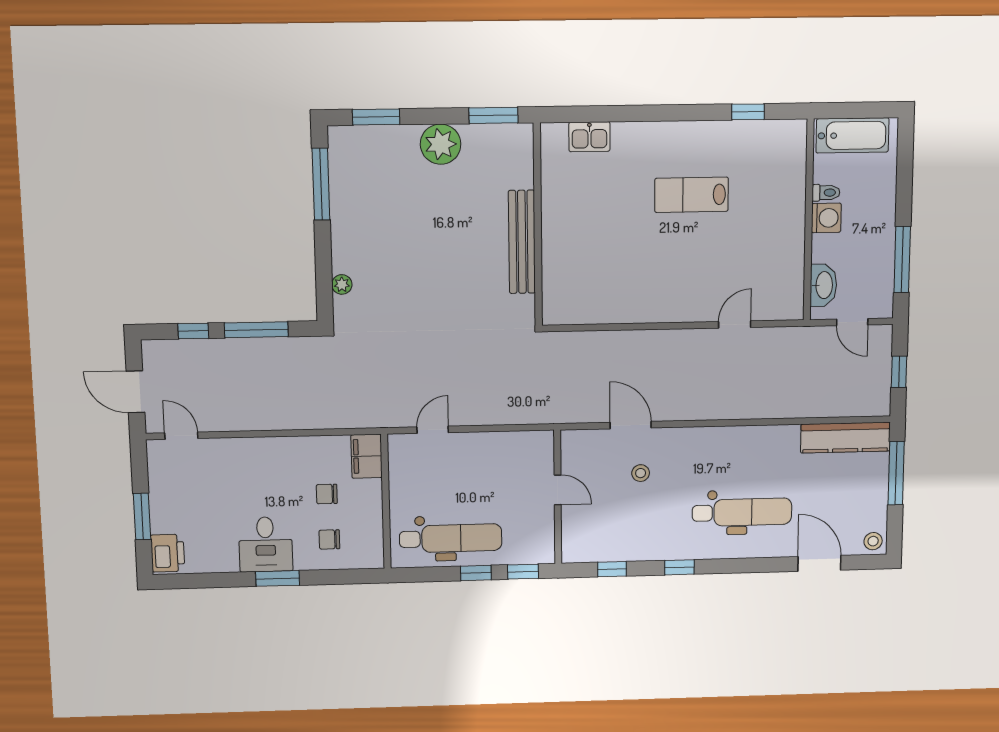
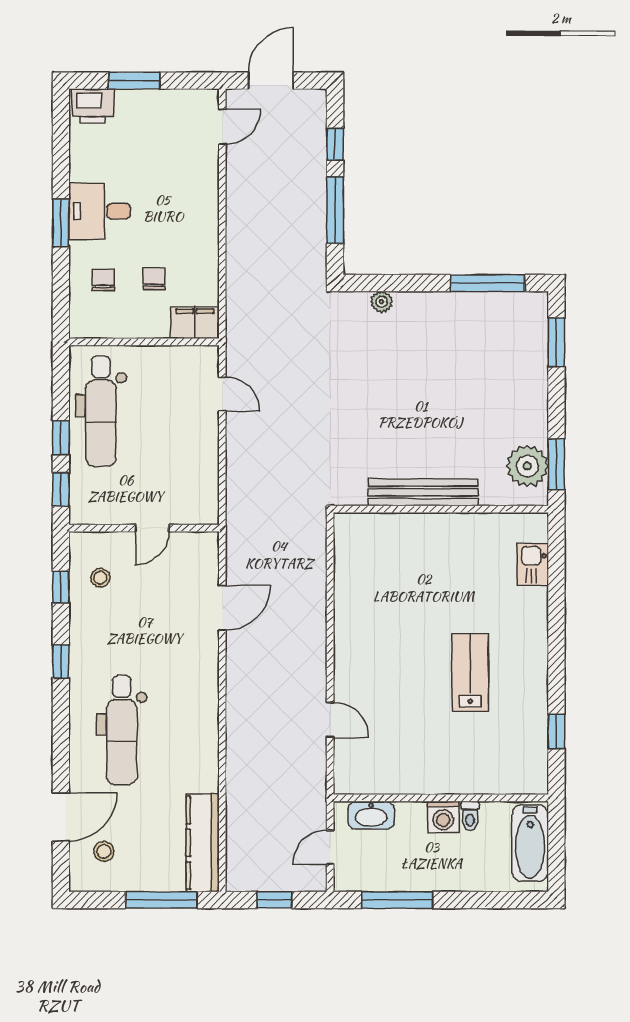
plant: (441, 144) -> (527, 466), moved
stool: (641, 473) -> (100, 578), moved
stool: (873, 541) -> (104, 851), moved

